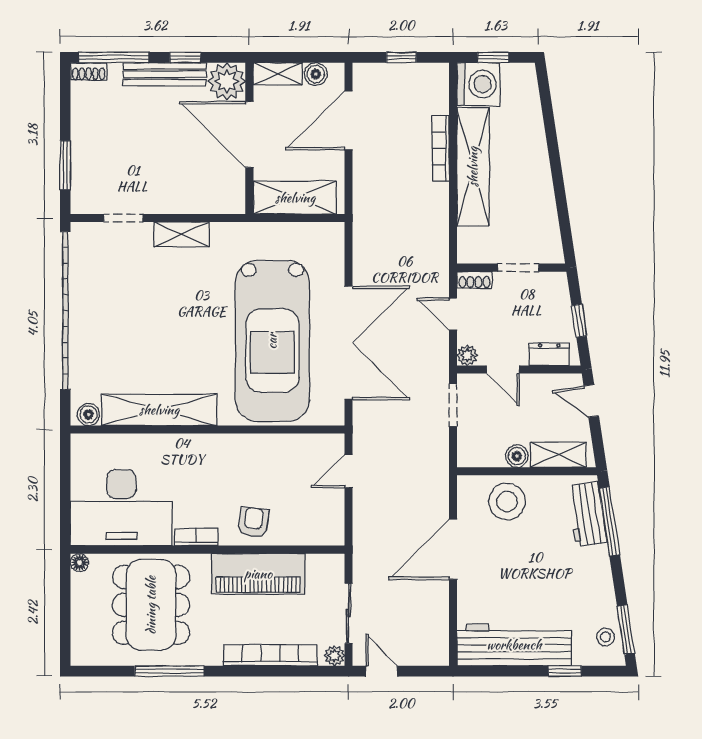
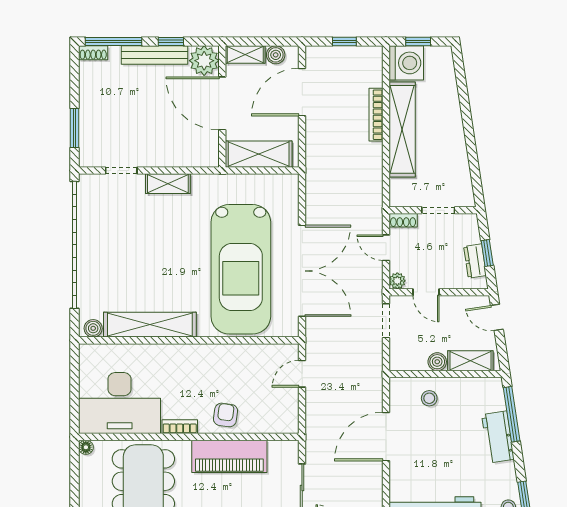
dresser: (549, 354) -> (475, 261), moved, turned -99
stool: (507, 502) -> (429, 398), width x0.53, depth x0.53
workbench: (587, 514) -> (498, 437), moved

